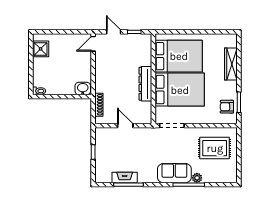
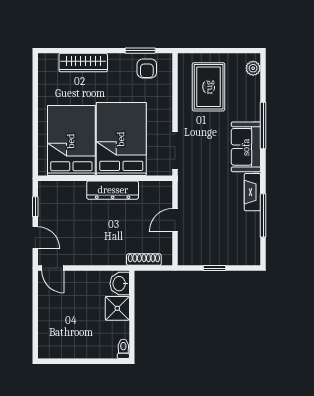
door: (114, 32) -> (35, 238), swing flipped
shower: (41, 49) -> (117, 308), moved
fireplace: (125, 177) -> (252, 192), moved
plant: (197, 178) -> (253, 68), moved

